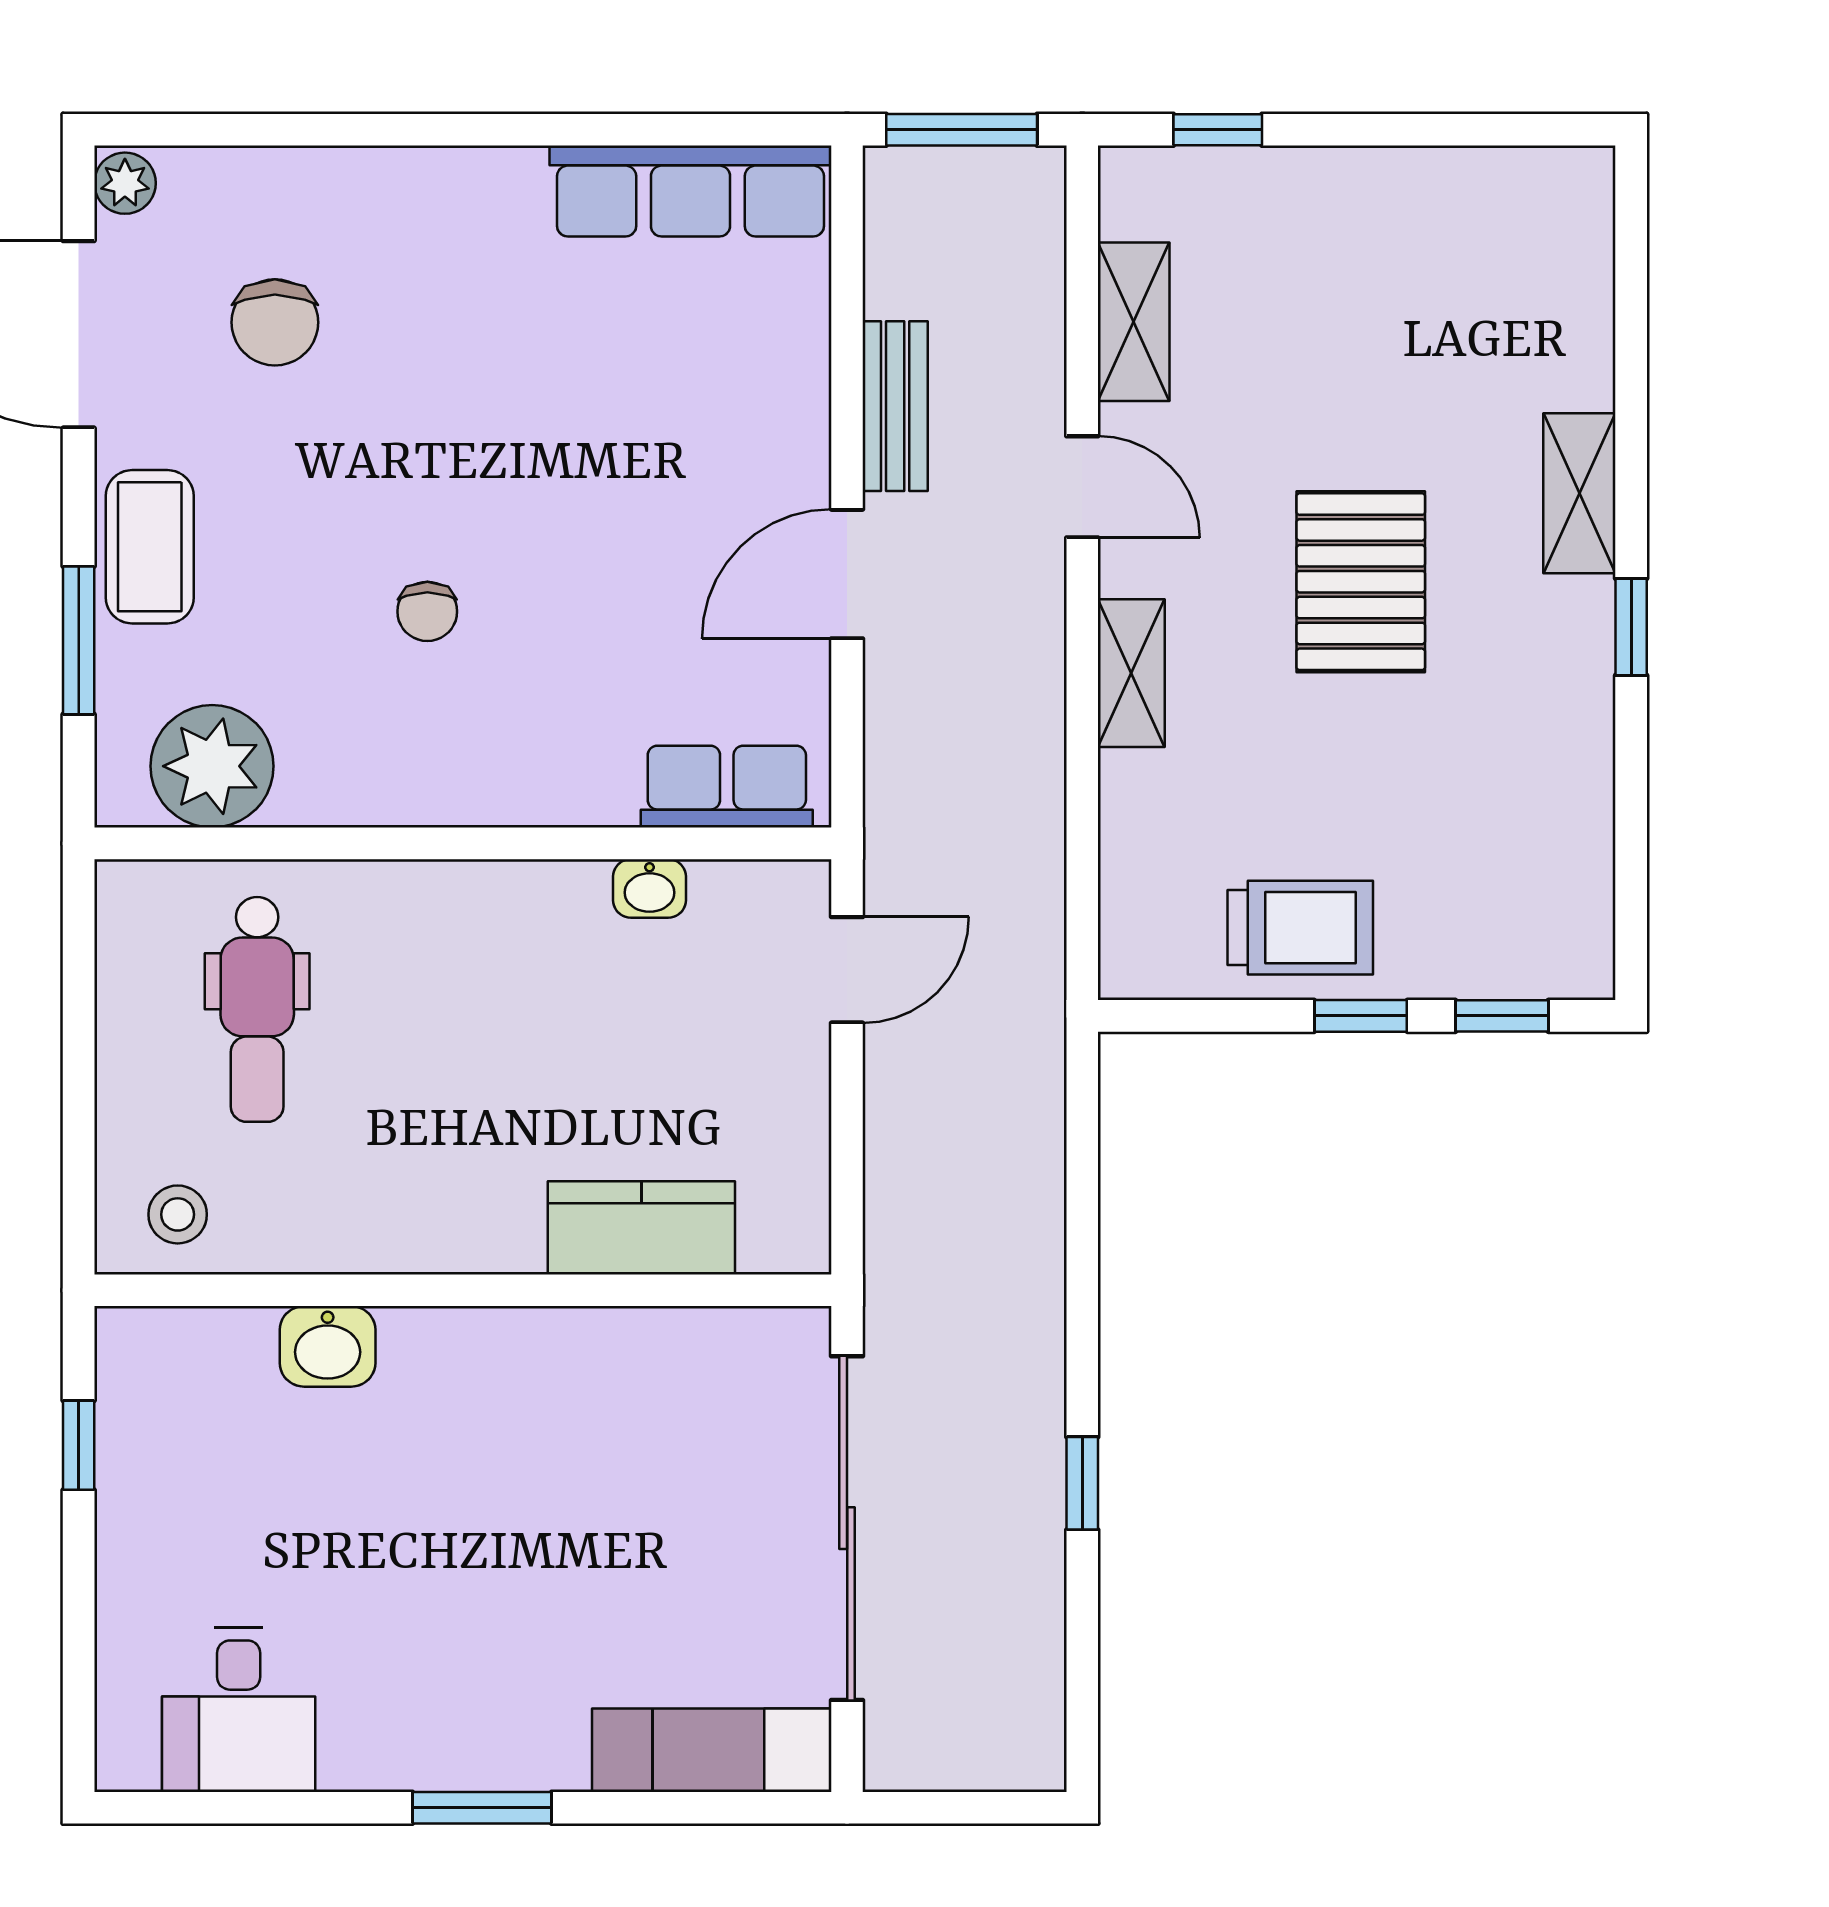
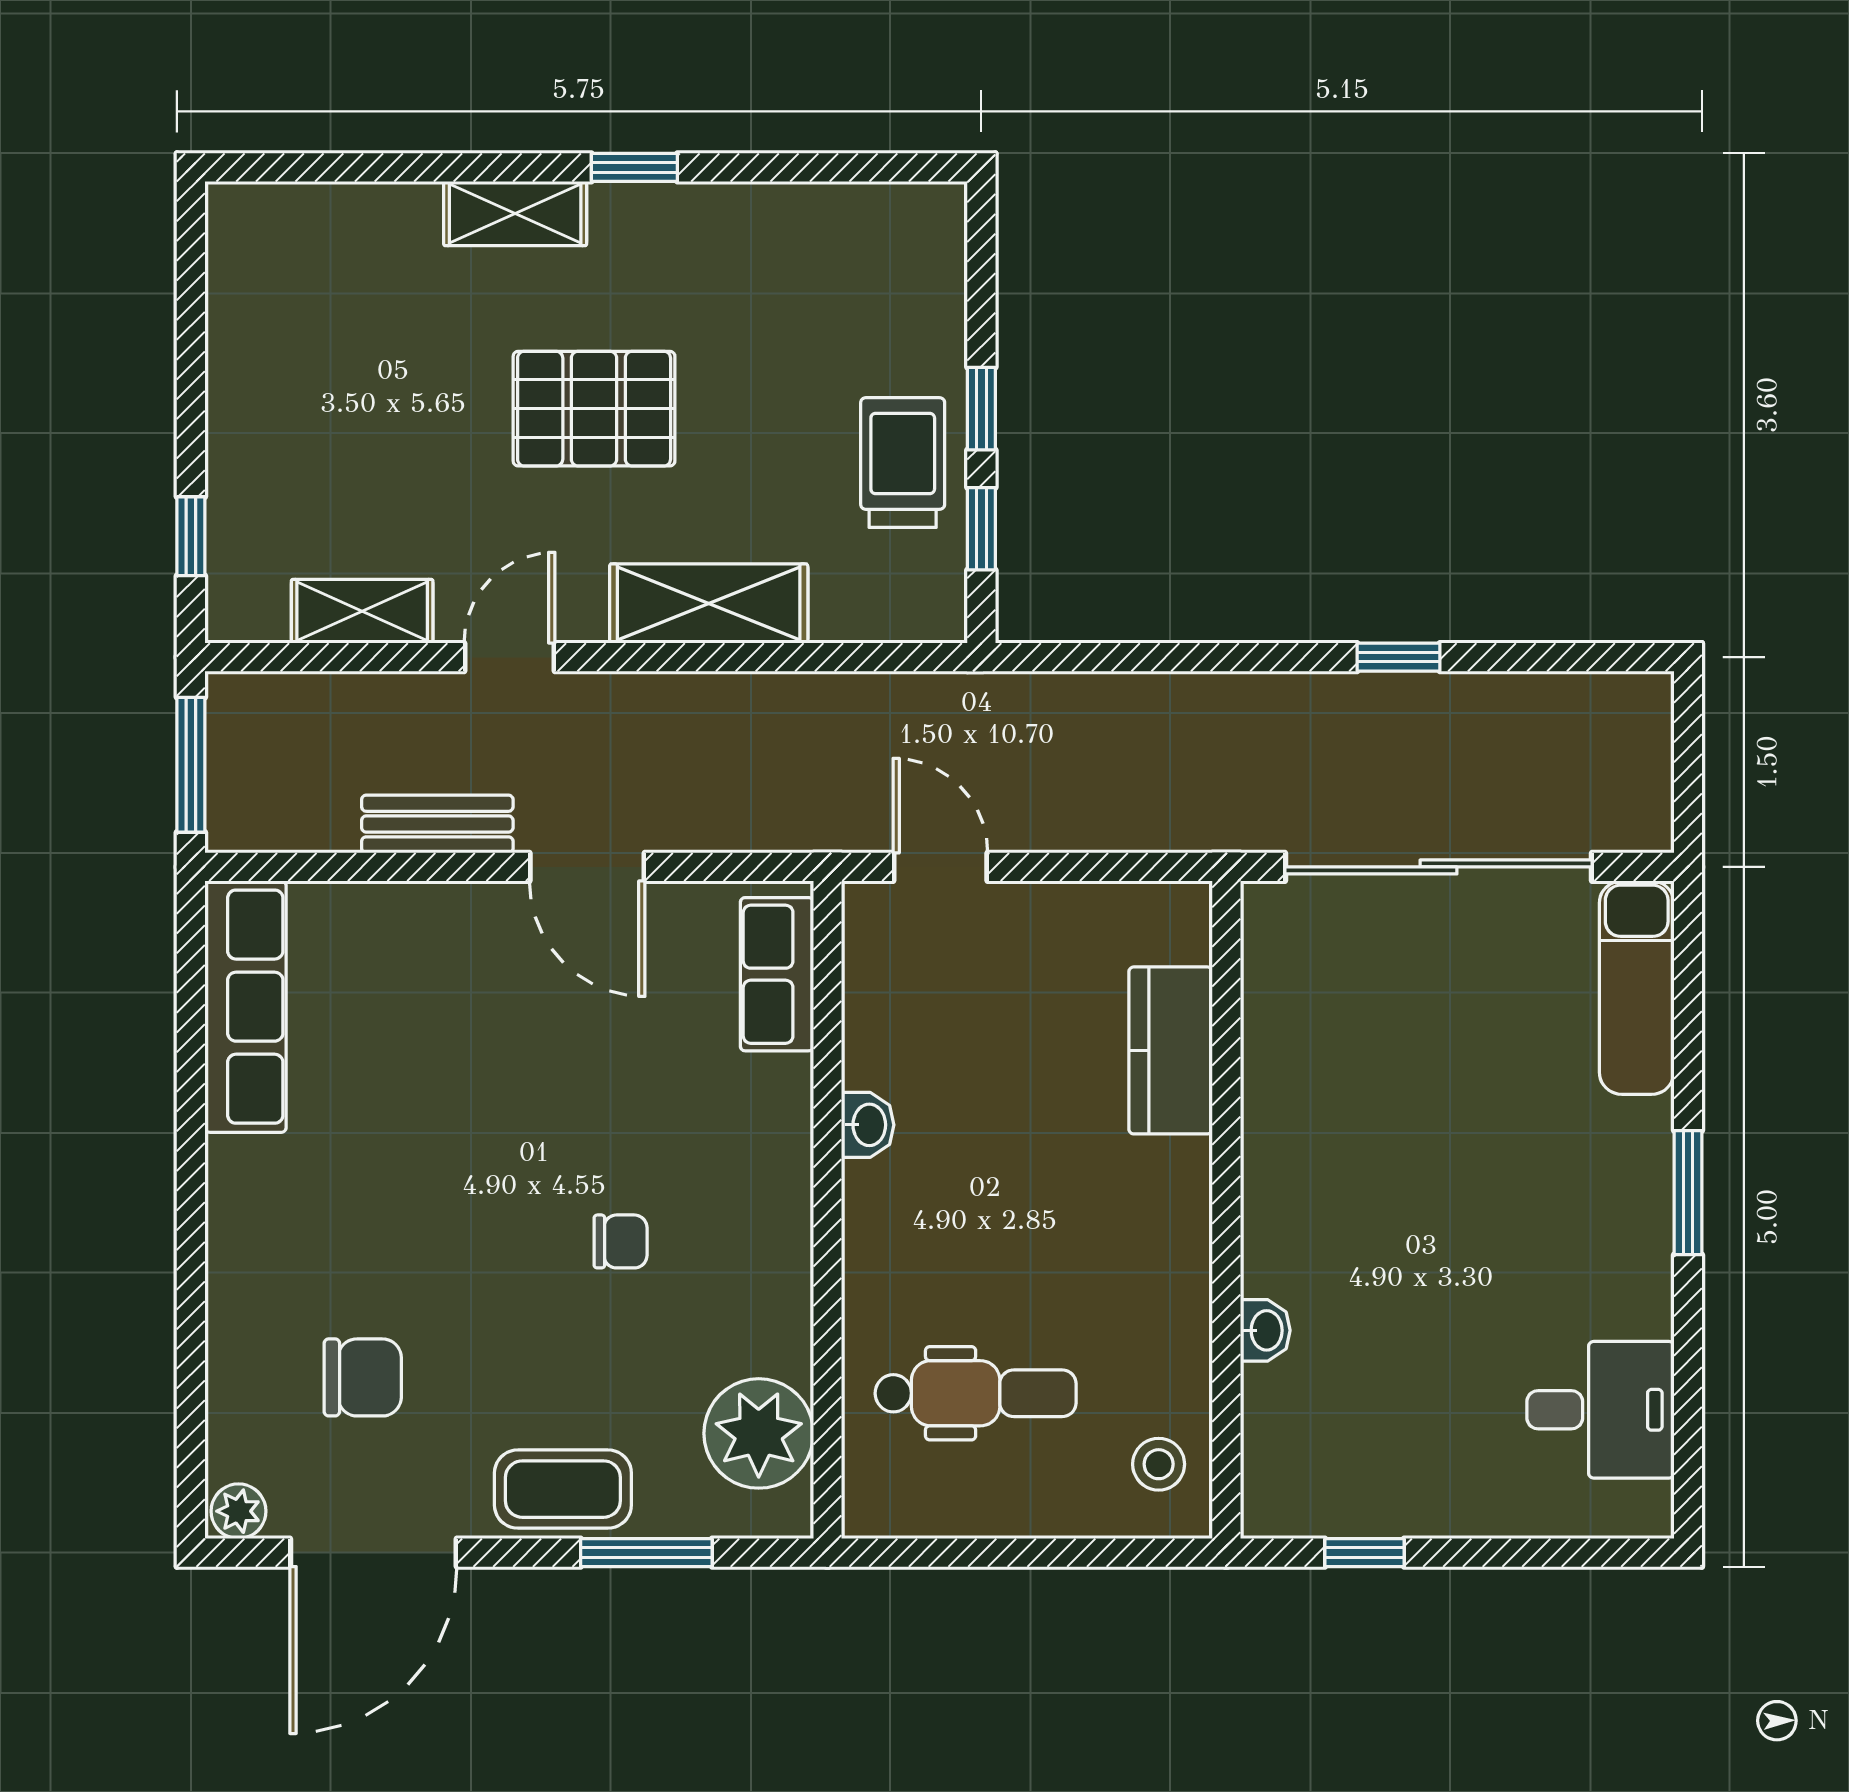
shelving: (1131, 673) -> (709, 603), width x1.50, depth x1.33
washbasin: (650, 888) -> (868, 1125), moved
window: (1502, 1016) -> (981, 529), moved
washbasin: (328, 1346) -> (1265, 1330), width x0.72, depth x0.69

